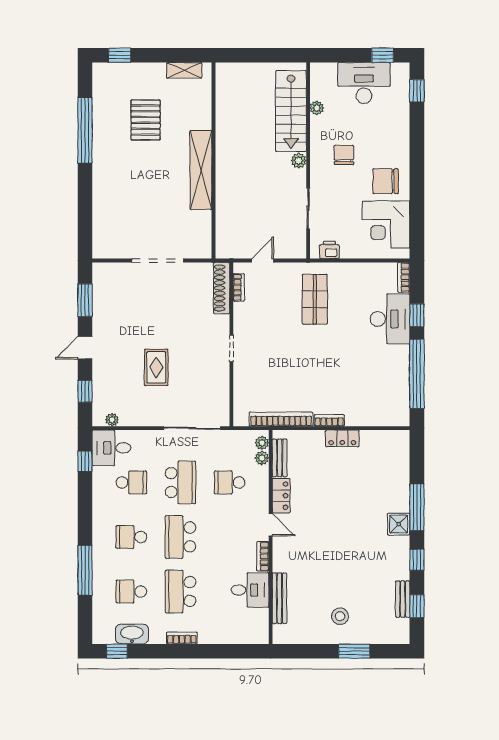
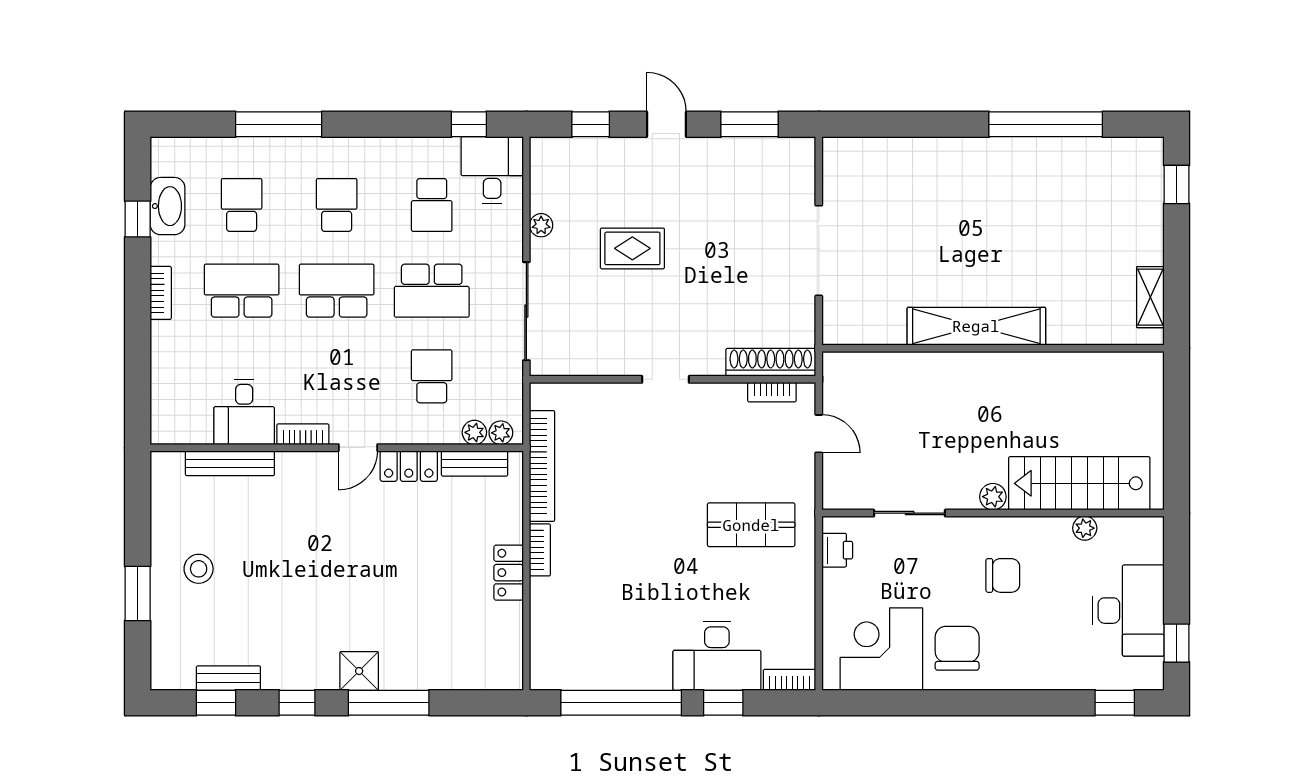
pallet: (146, 120) -> (1064, 230), removed
plant: (112, 420) -> (541, 225), moved
window: (117, 651) -> (138, 219), moved

